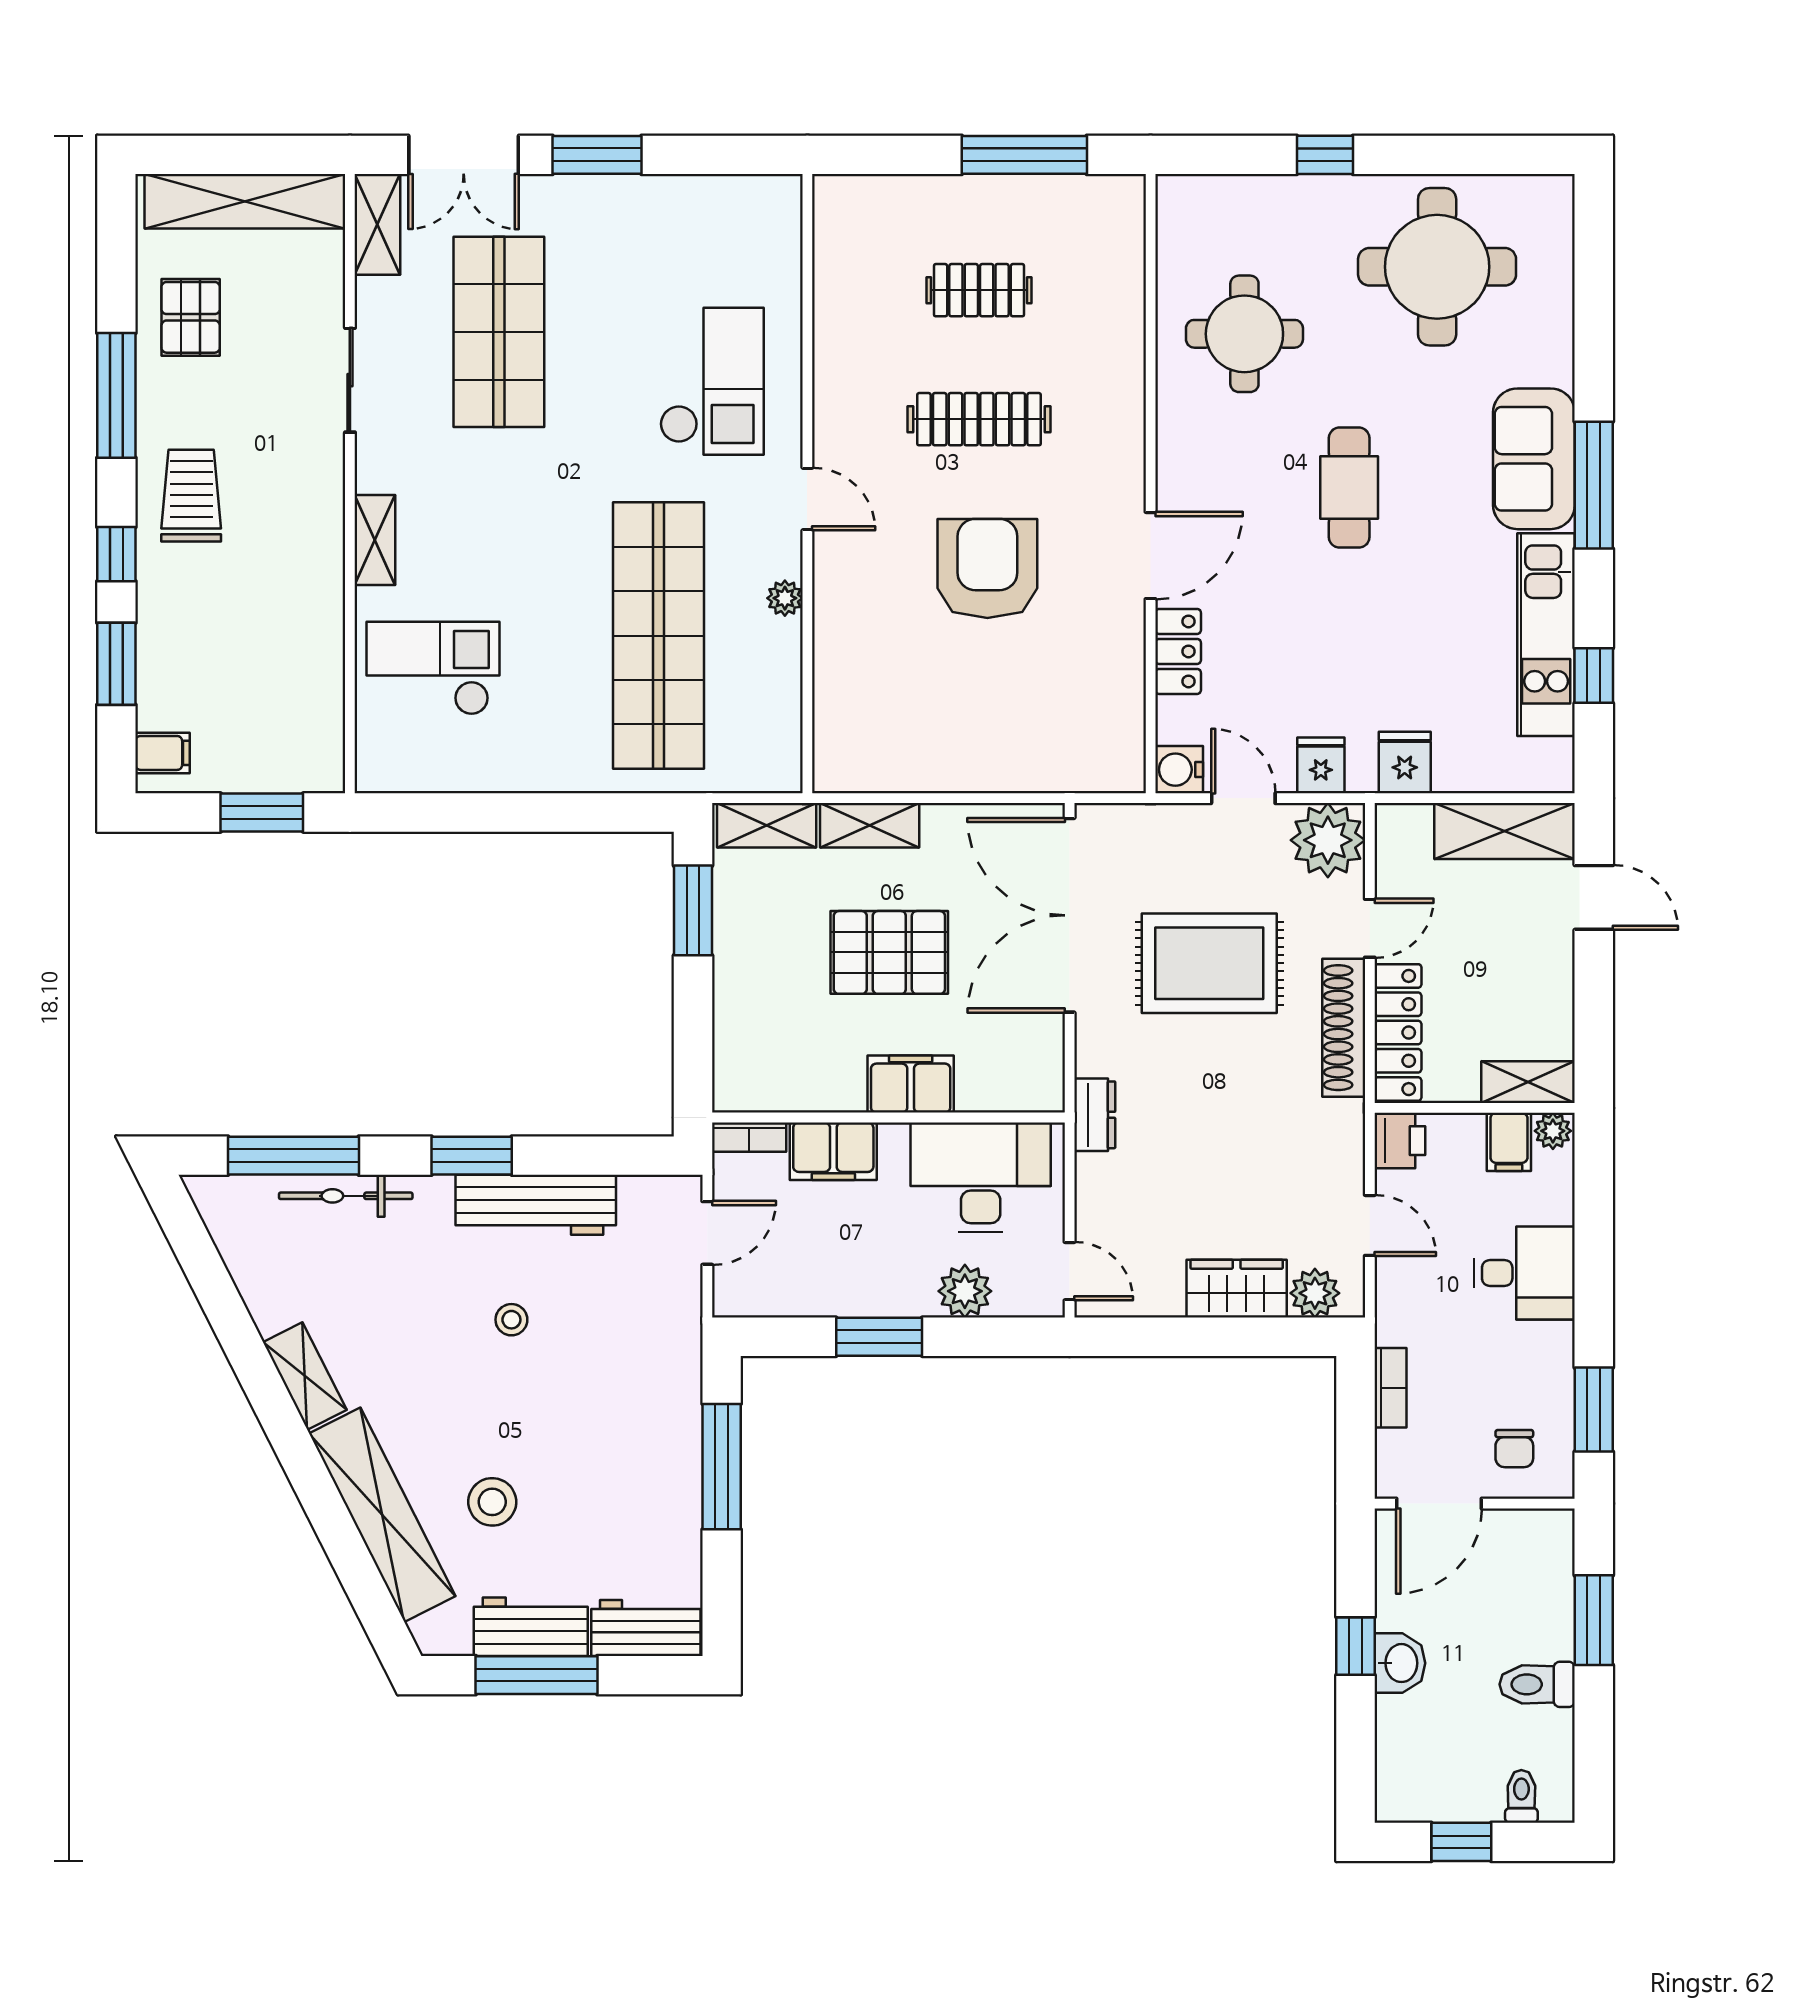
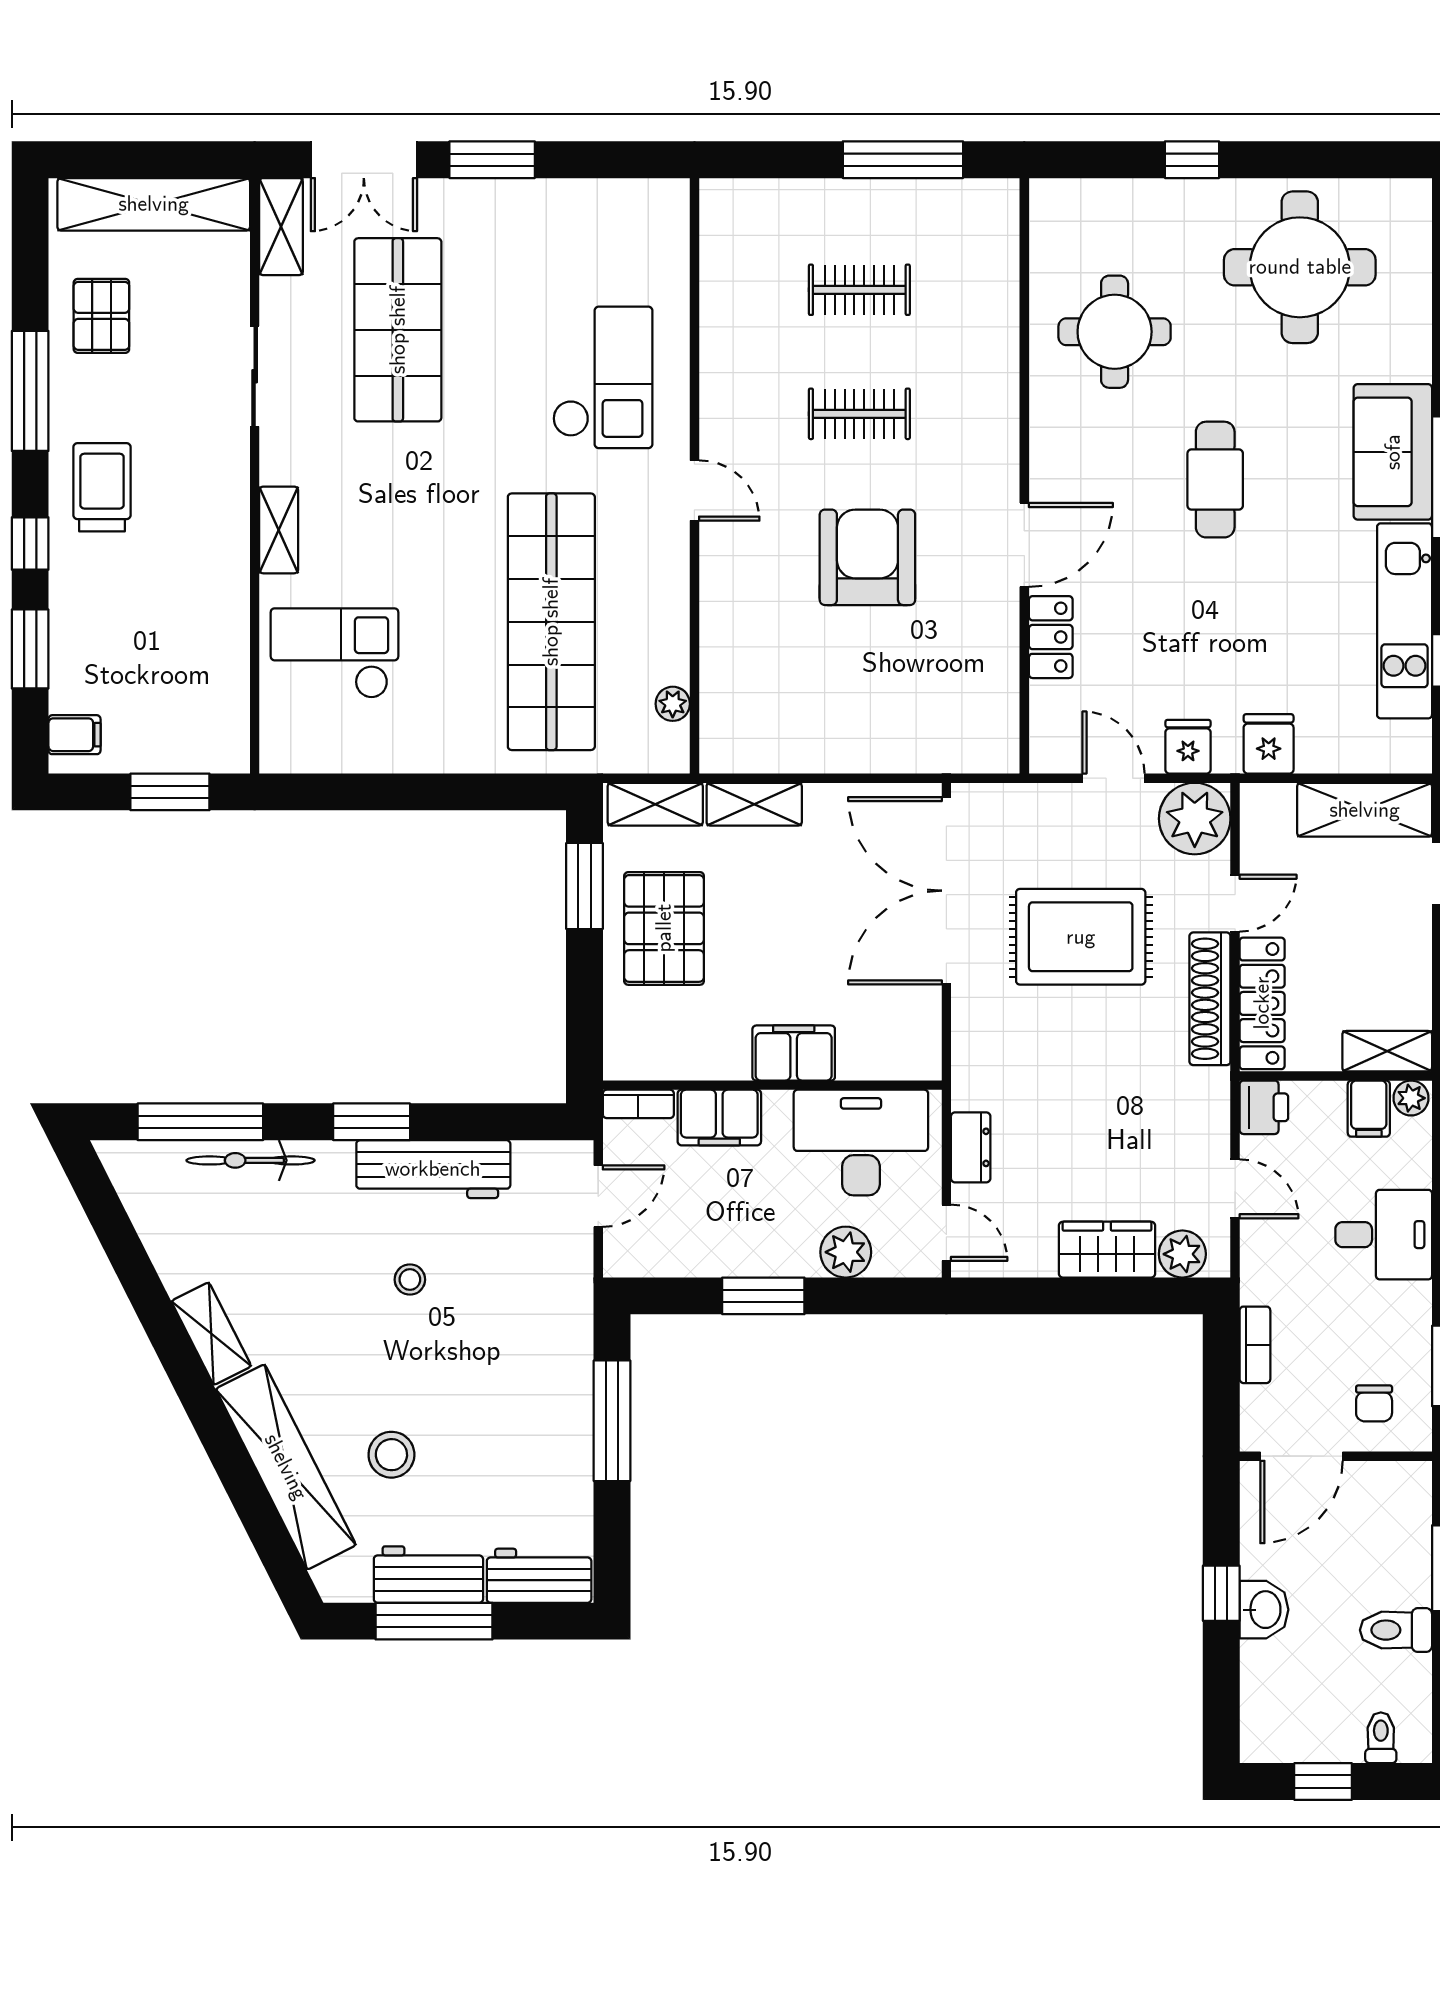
clothes rail: (979, 419) -> (859, 414), width x0.73
plant: (785, 598) -> (673, 704), moved
water cooler: (1179, 770) -> (1052, 751), removed
pallet: (889, 952) -> (664, 928), moved, turned 90
dresser: (1095, 1115) -> (971, 1147), moved

